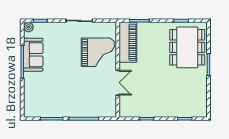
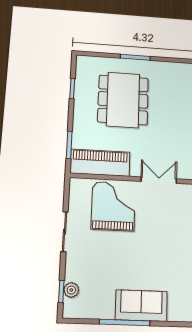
plant: (29, 27) -> (71, 290), moved
dining table: (187, 47) -> (123, 100), moved, turned 90
sofa: (33, 55) -> (141, 306), moved

